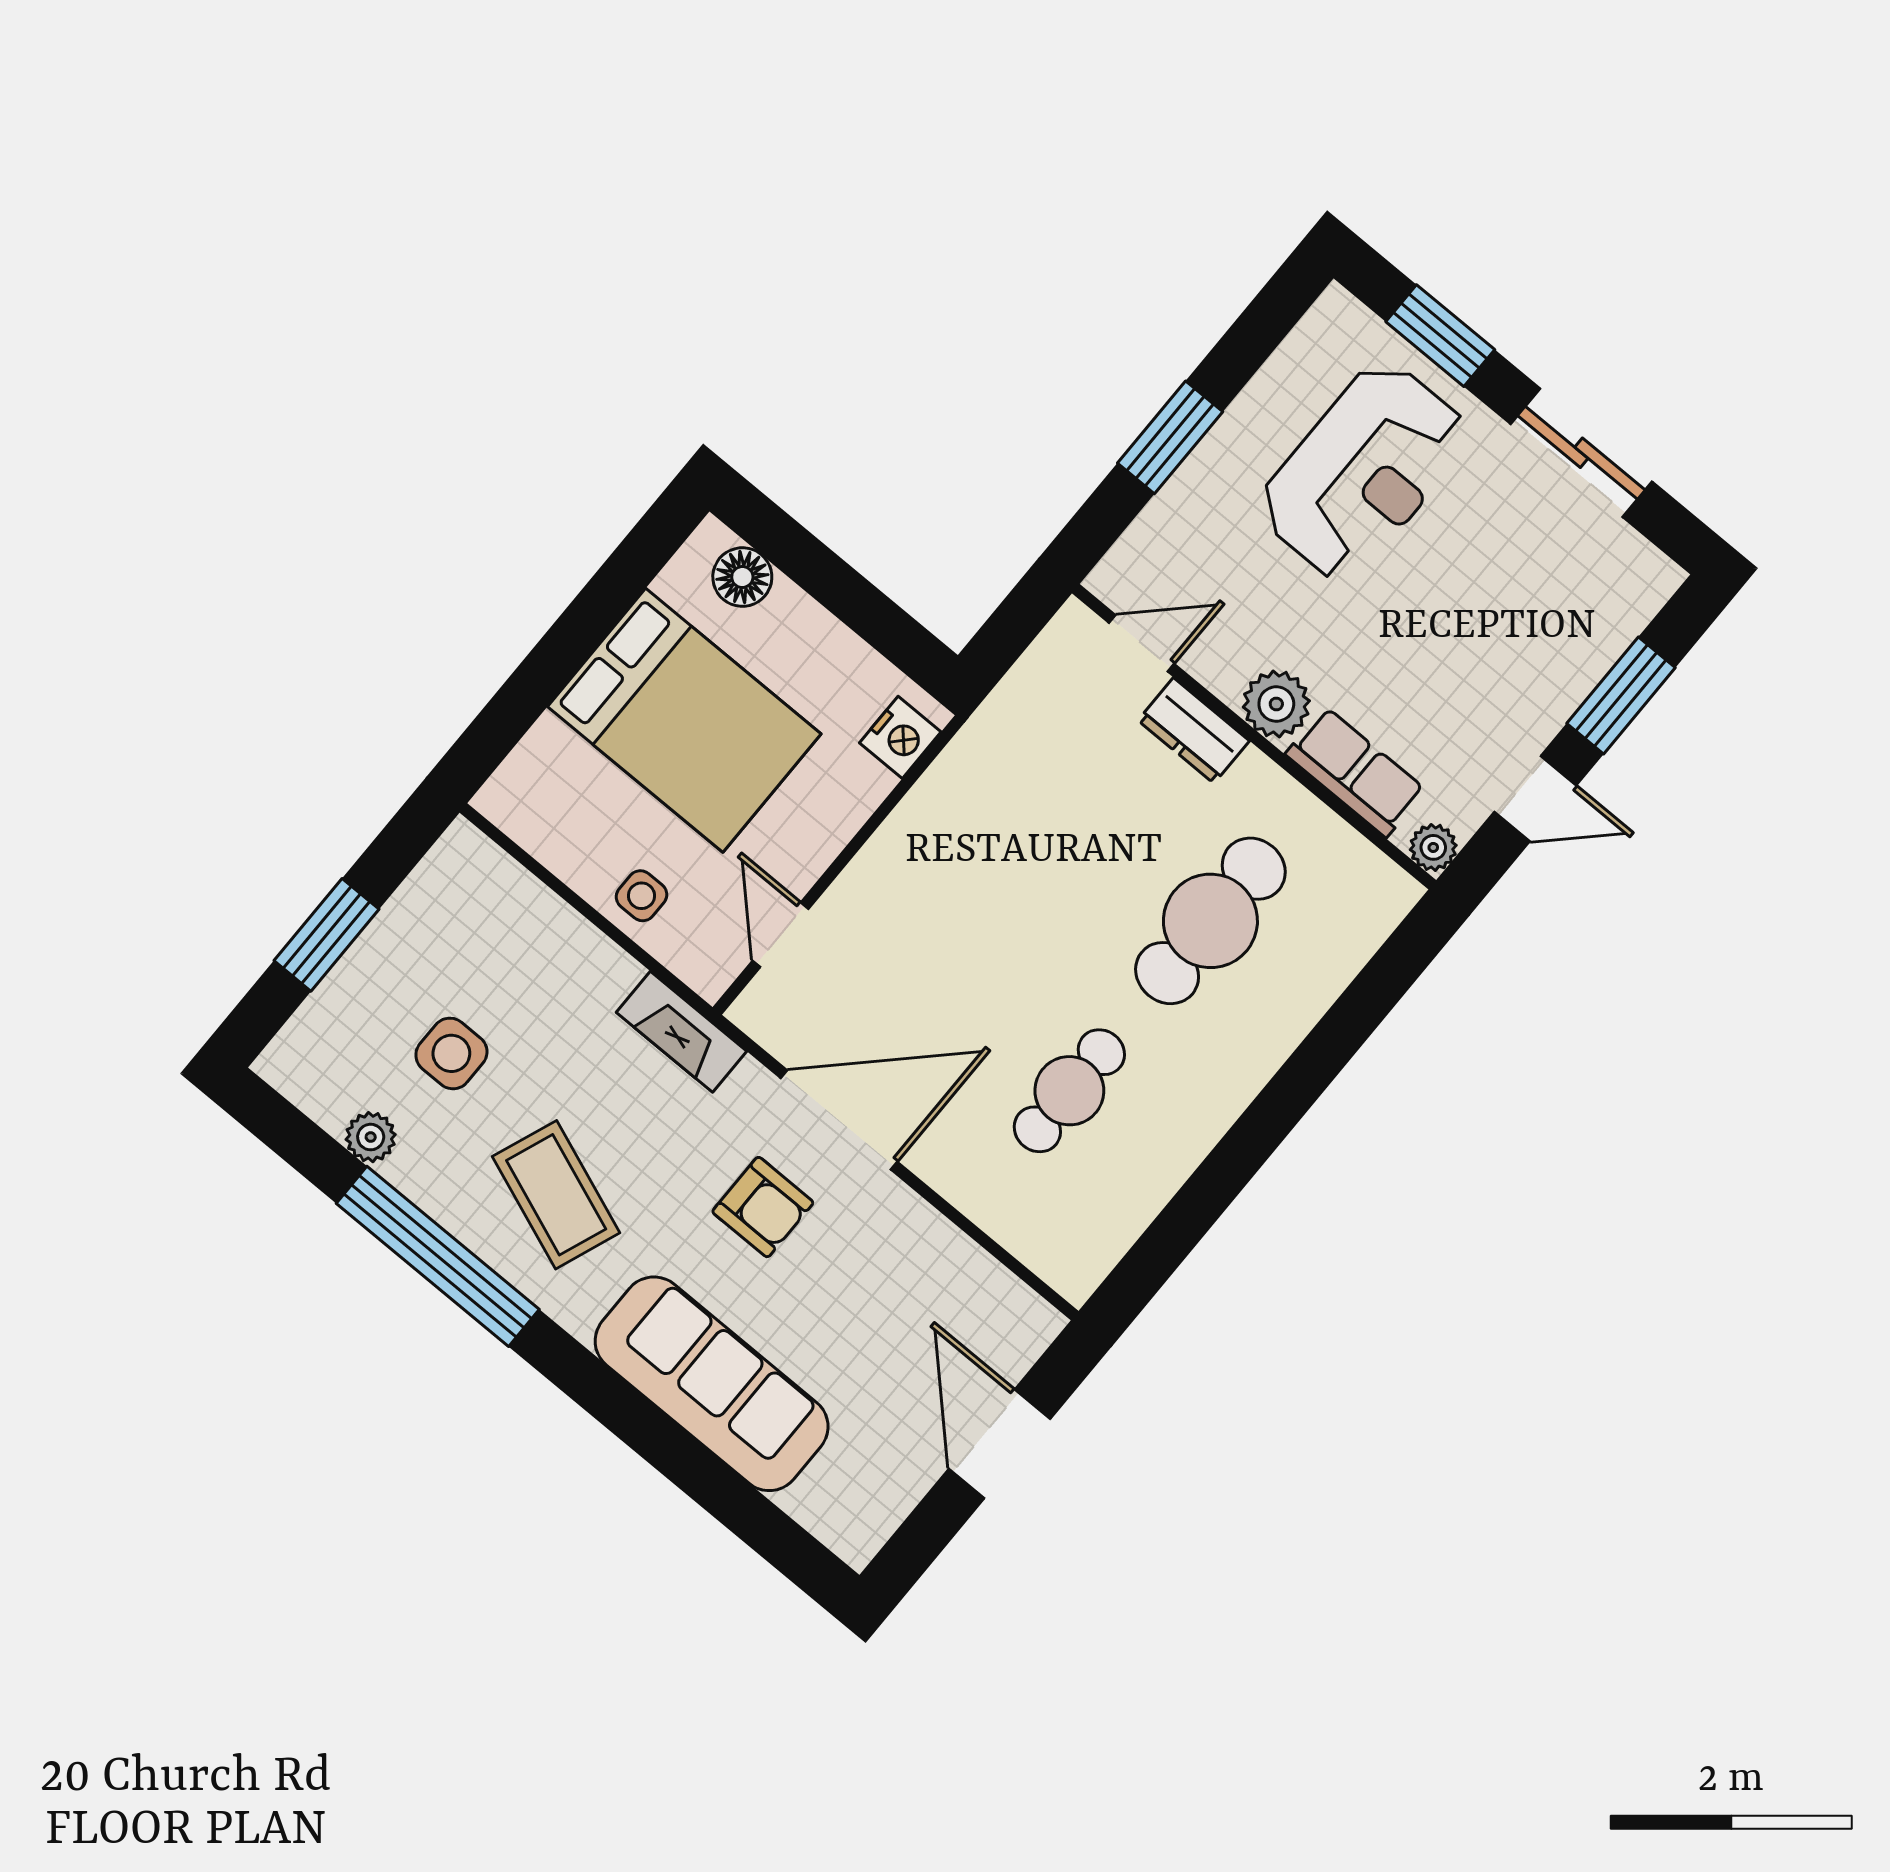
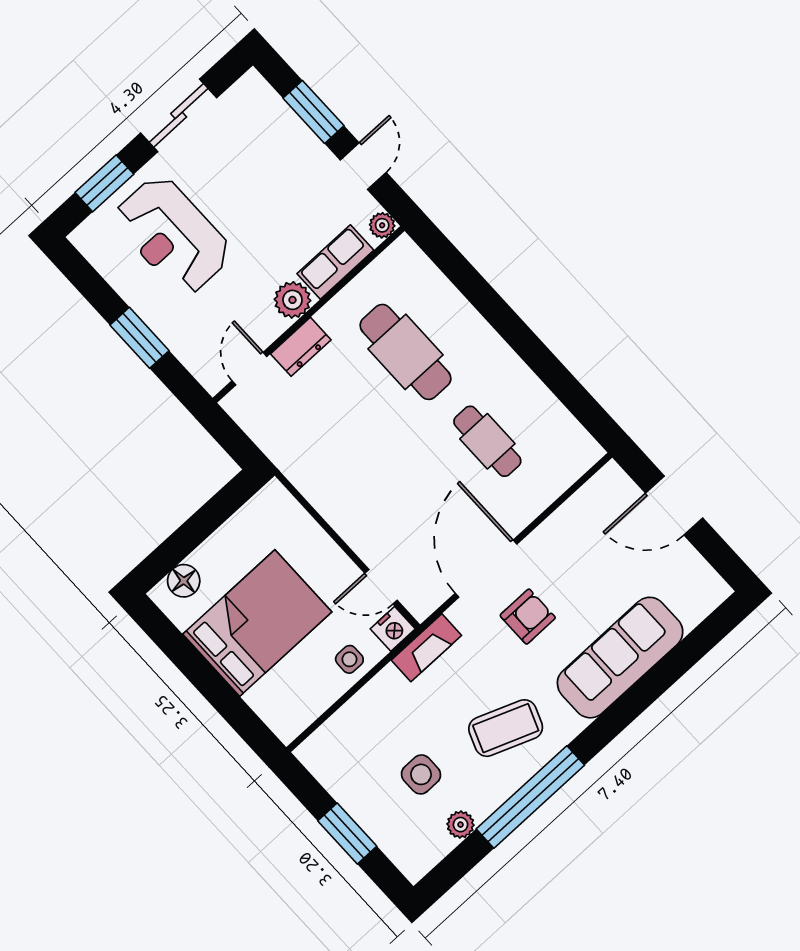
reception desk: (1363, 471) -> (172, 235), turned 180
nightstand: (900, 737) -> (393, 629), moved, turned 90

